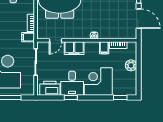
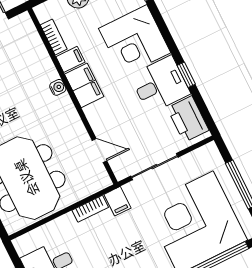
filing cabinet: (74, 48) -> (84, 85), moved

